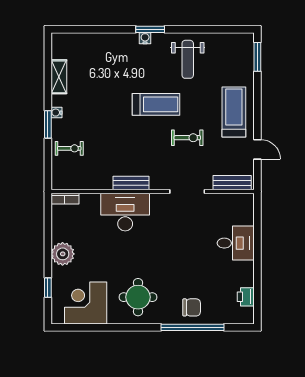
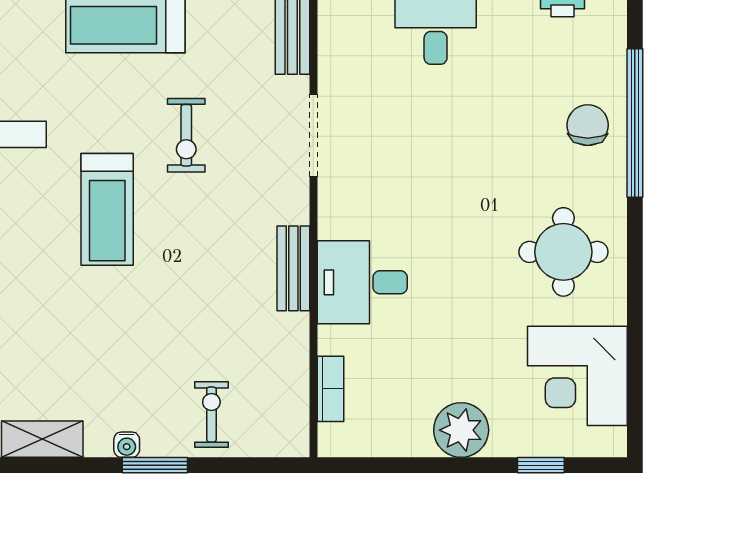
treadmill: (156, 104) -> (107, 209), turned 180
exercise bike: (187, 138) -> (186, 135), turned 180
bookcase: (65, 199) -> (330, 389), moved
desk: (125, 212) -> (362, 282), width x0.73

